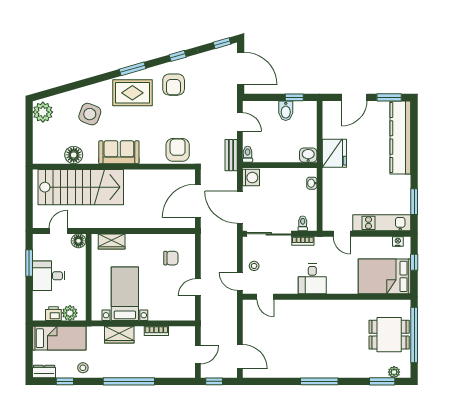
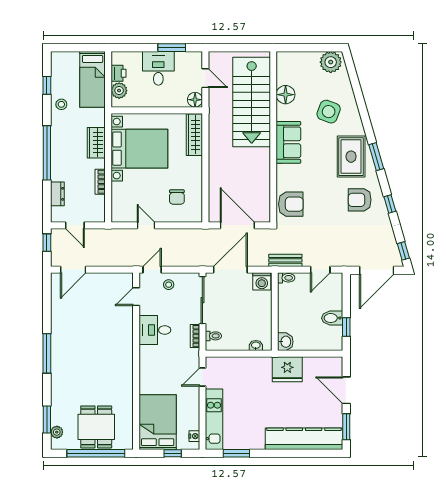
wardrobe: (112, 241) -> (194, 135), width x1.50
desk: (312, 279) -> (155, 330), moved
bed with nightstands: (125, 294) -> (139, 149), width x1.36
dresser: (44, 372) -> (57, 194), moved

